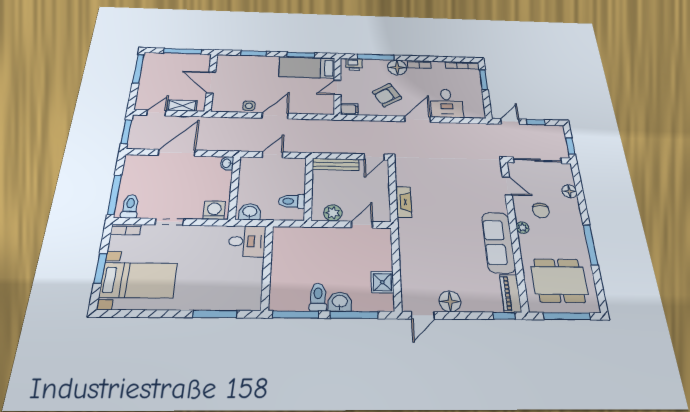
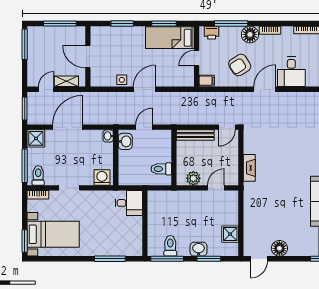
shower: (135, 164) -> (36, 138), added
washbasin: (250, 212) -> (125, 141), moved, turned 90
window: (100, 268) -> (25, 241), moved
toilet: (318, 297) -> (170, 246), moved
window: (354, 315) -> (209, 259), width x0.69

